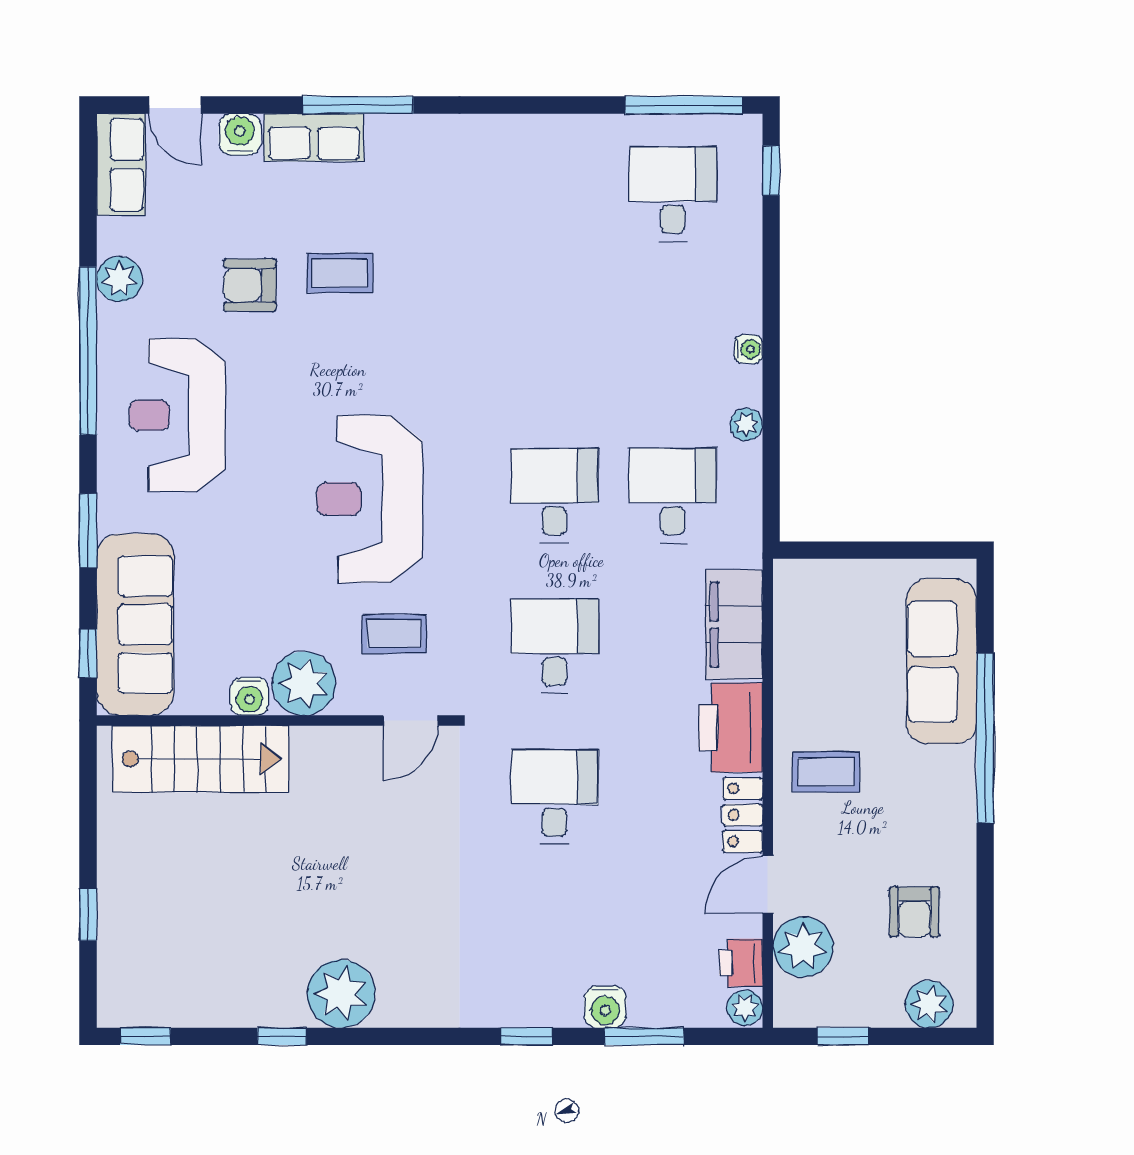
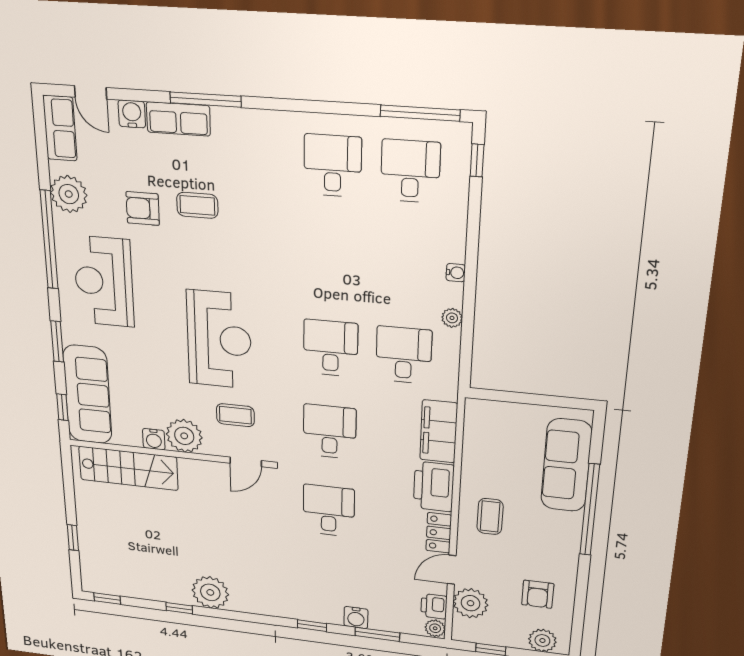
desk: (554, 194) -> (333, 166), added
plant: (119, 279) -> (69, 194), width x1.36, depth x1.36
reception desk: (369, 499) -> (219, 340), turned 180
coffee table: (826, 772) -> (490, 516), turned 90

